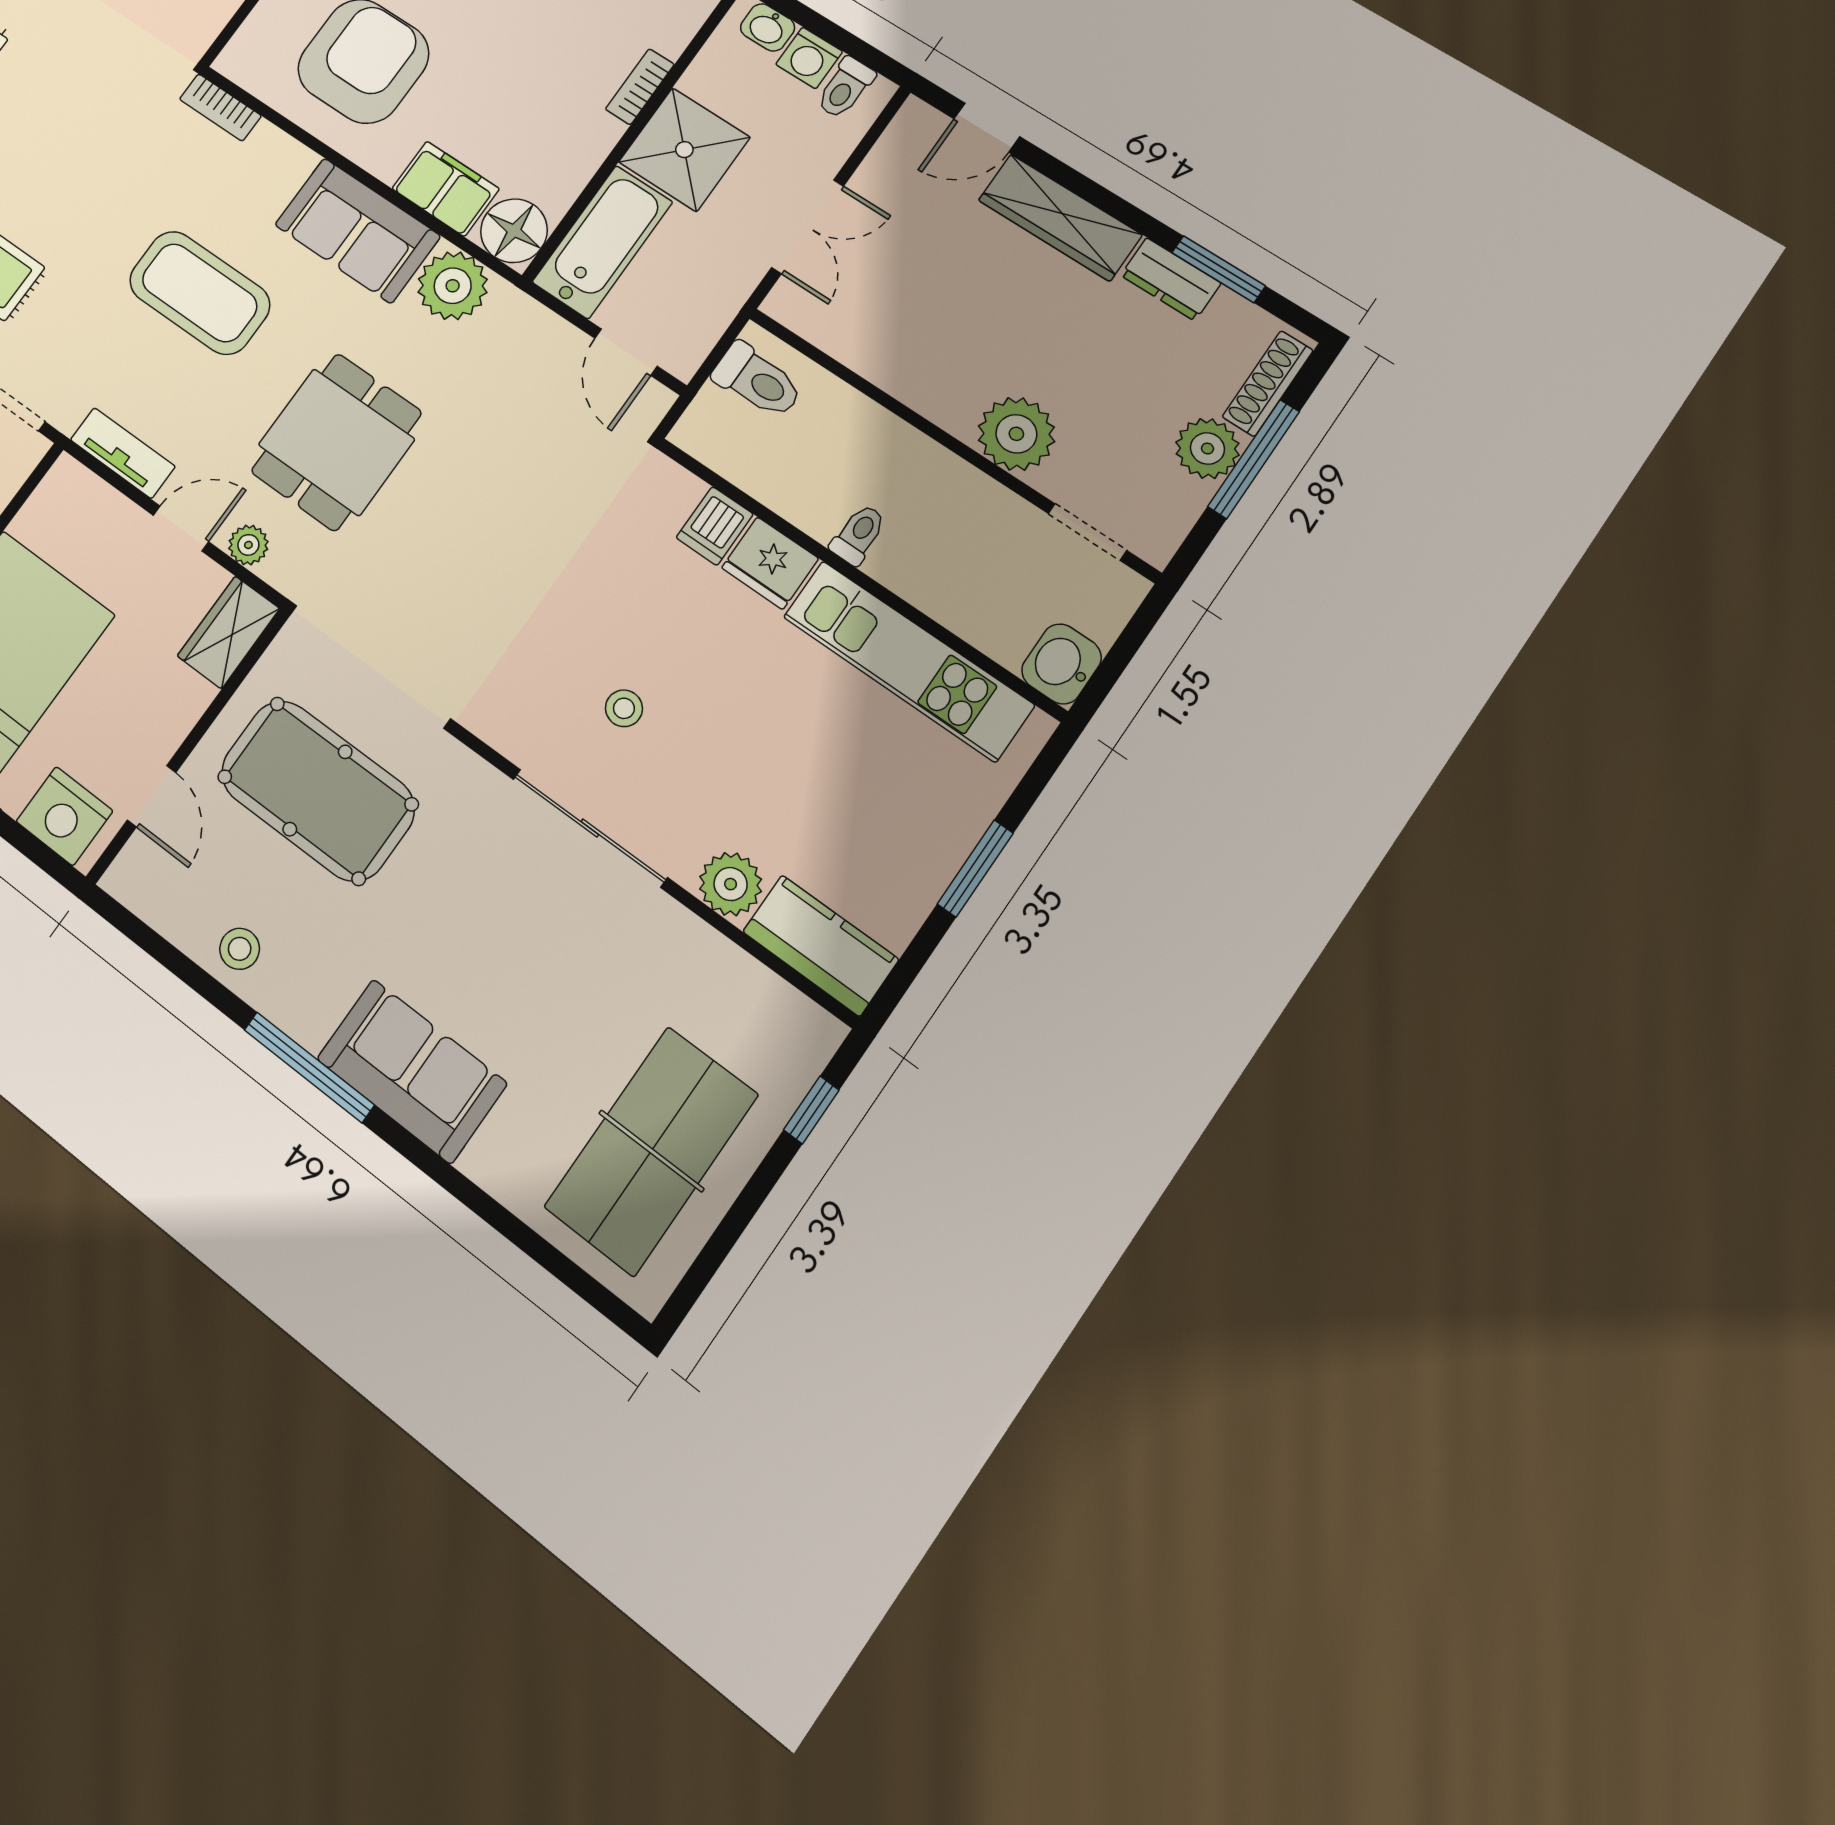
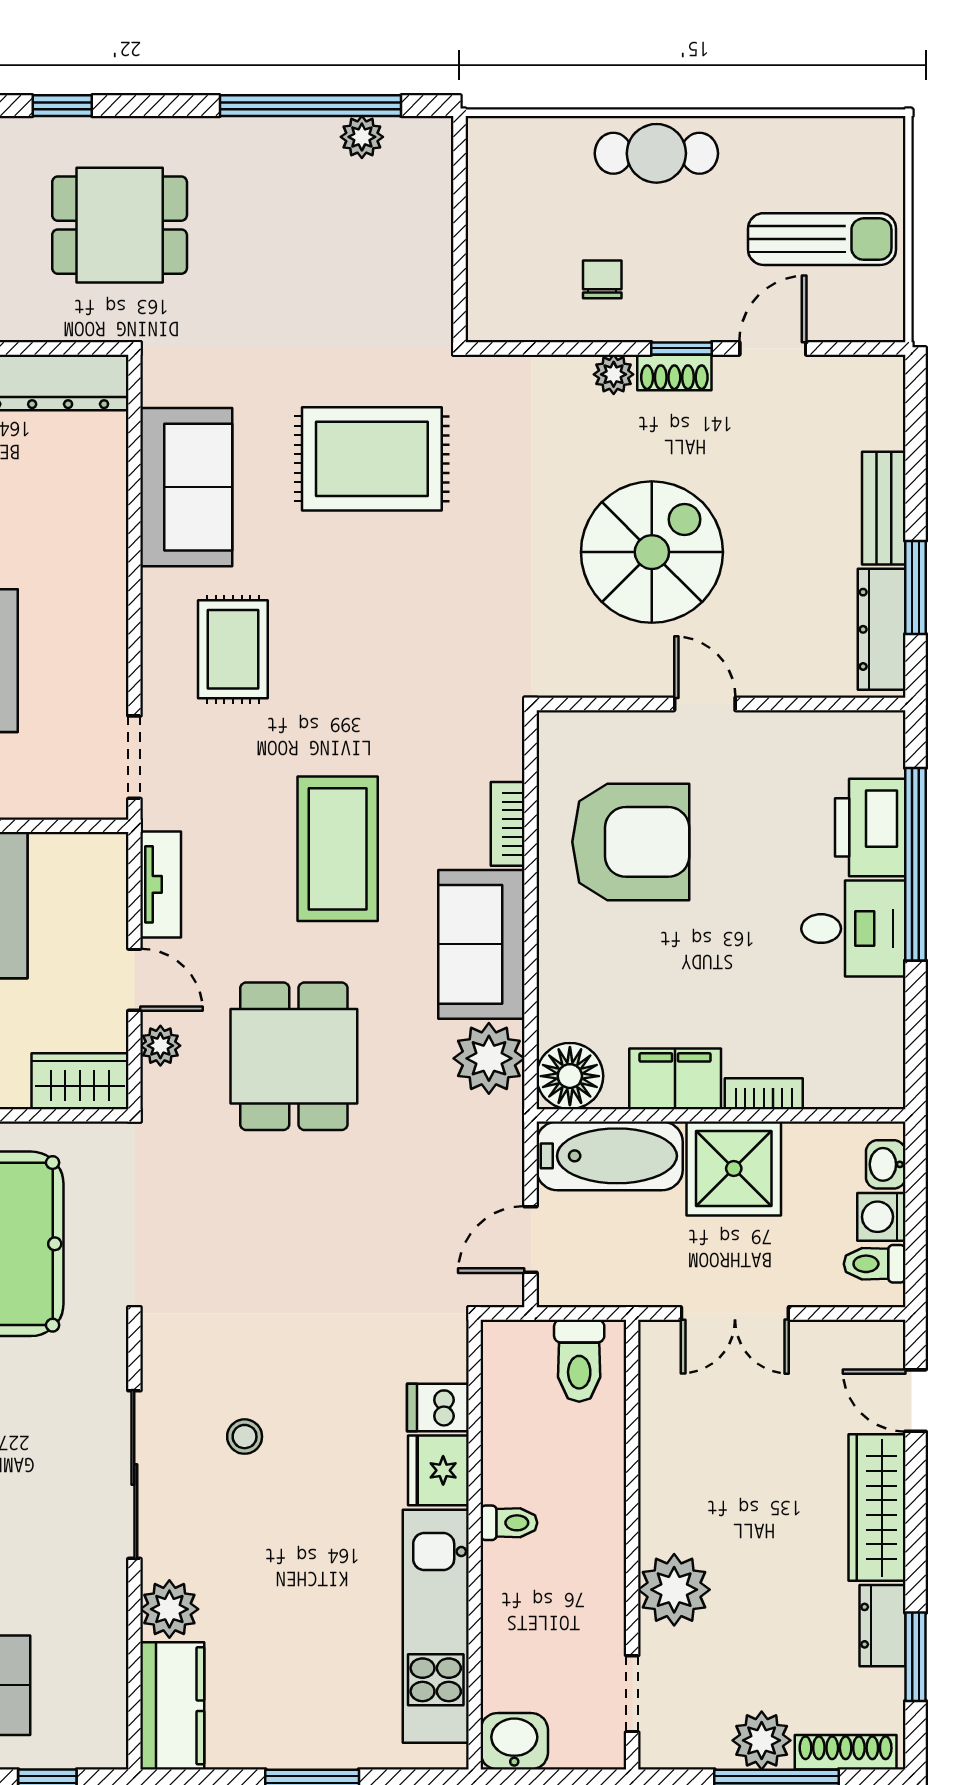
bookcase: (220, 107) -> (508, 824), moved
filing cabinet: (446, 189) -> (675, 1079), moved, turned -90
dining table: (336, 442) -> (294, 1056), turned 90

